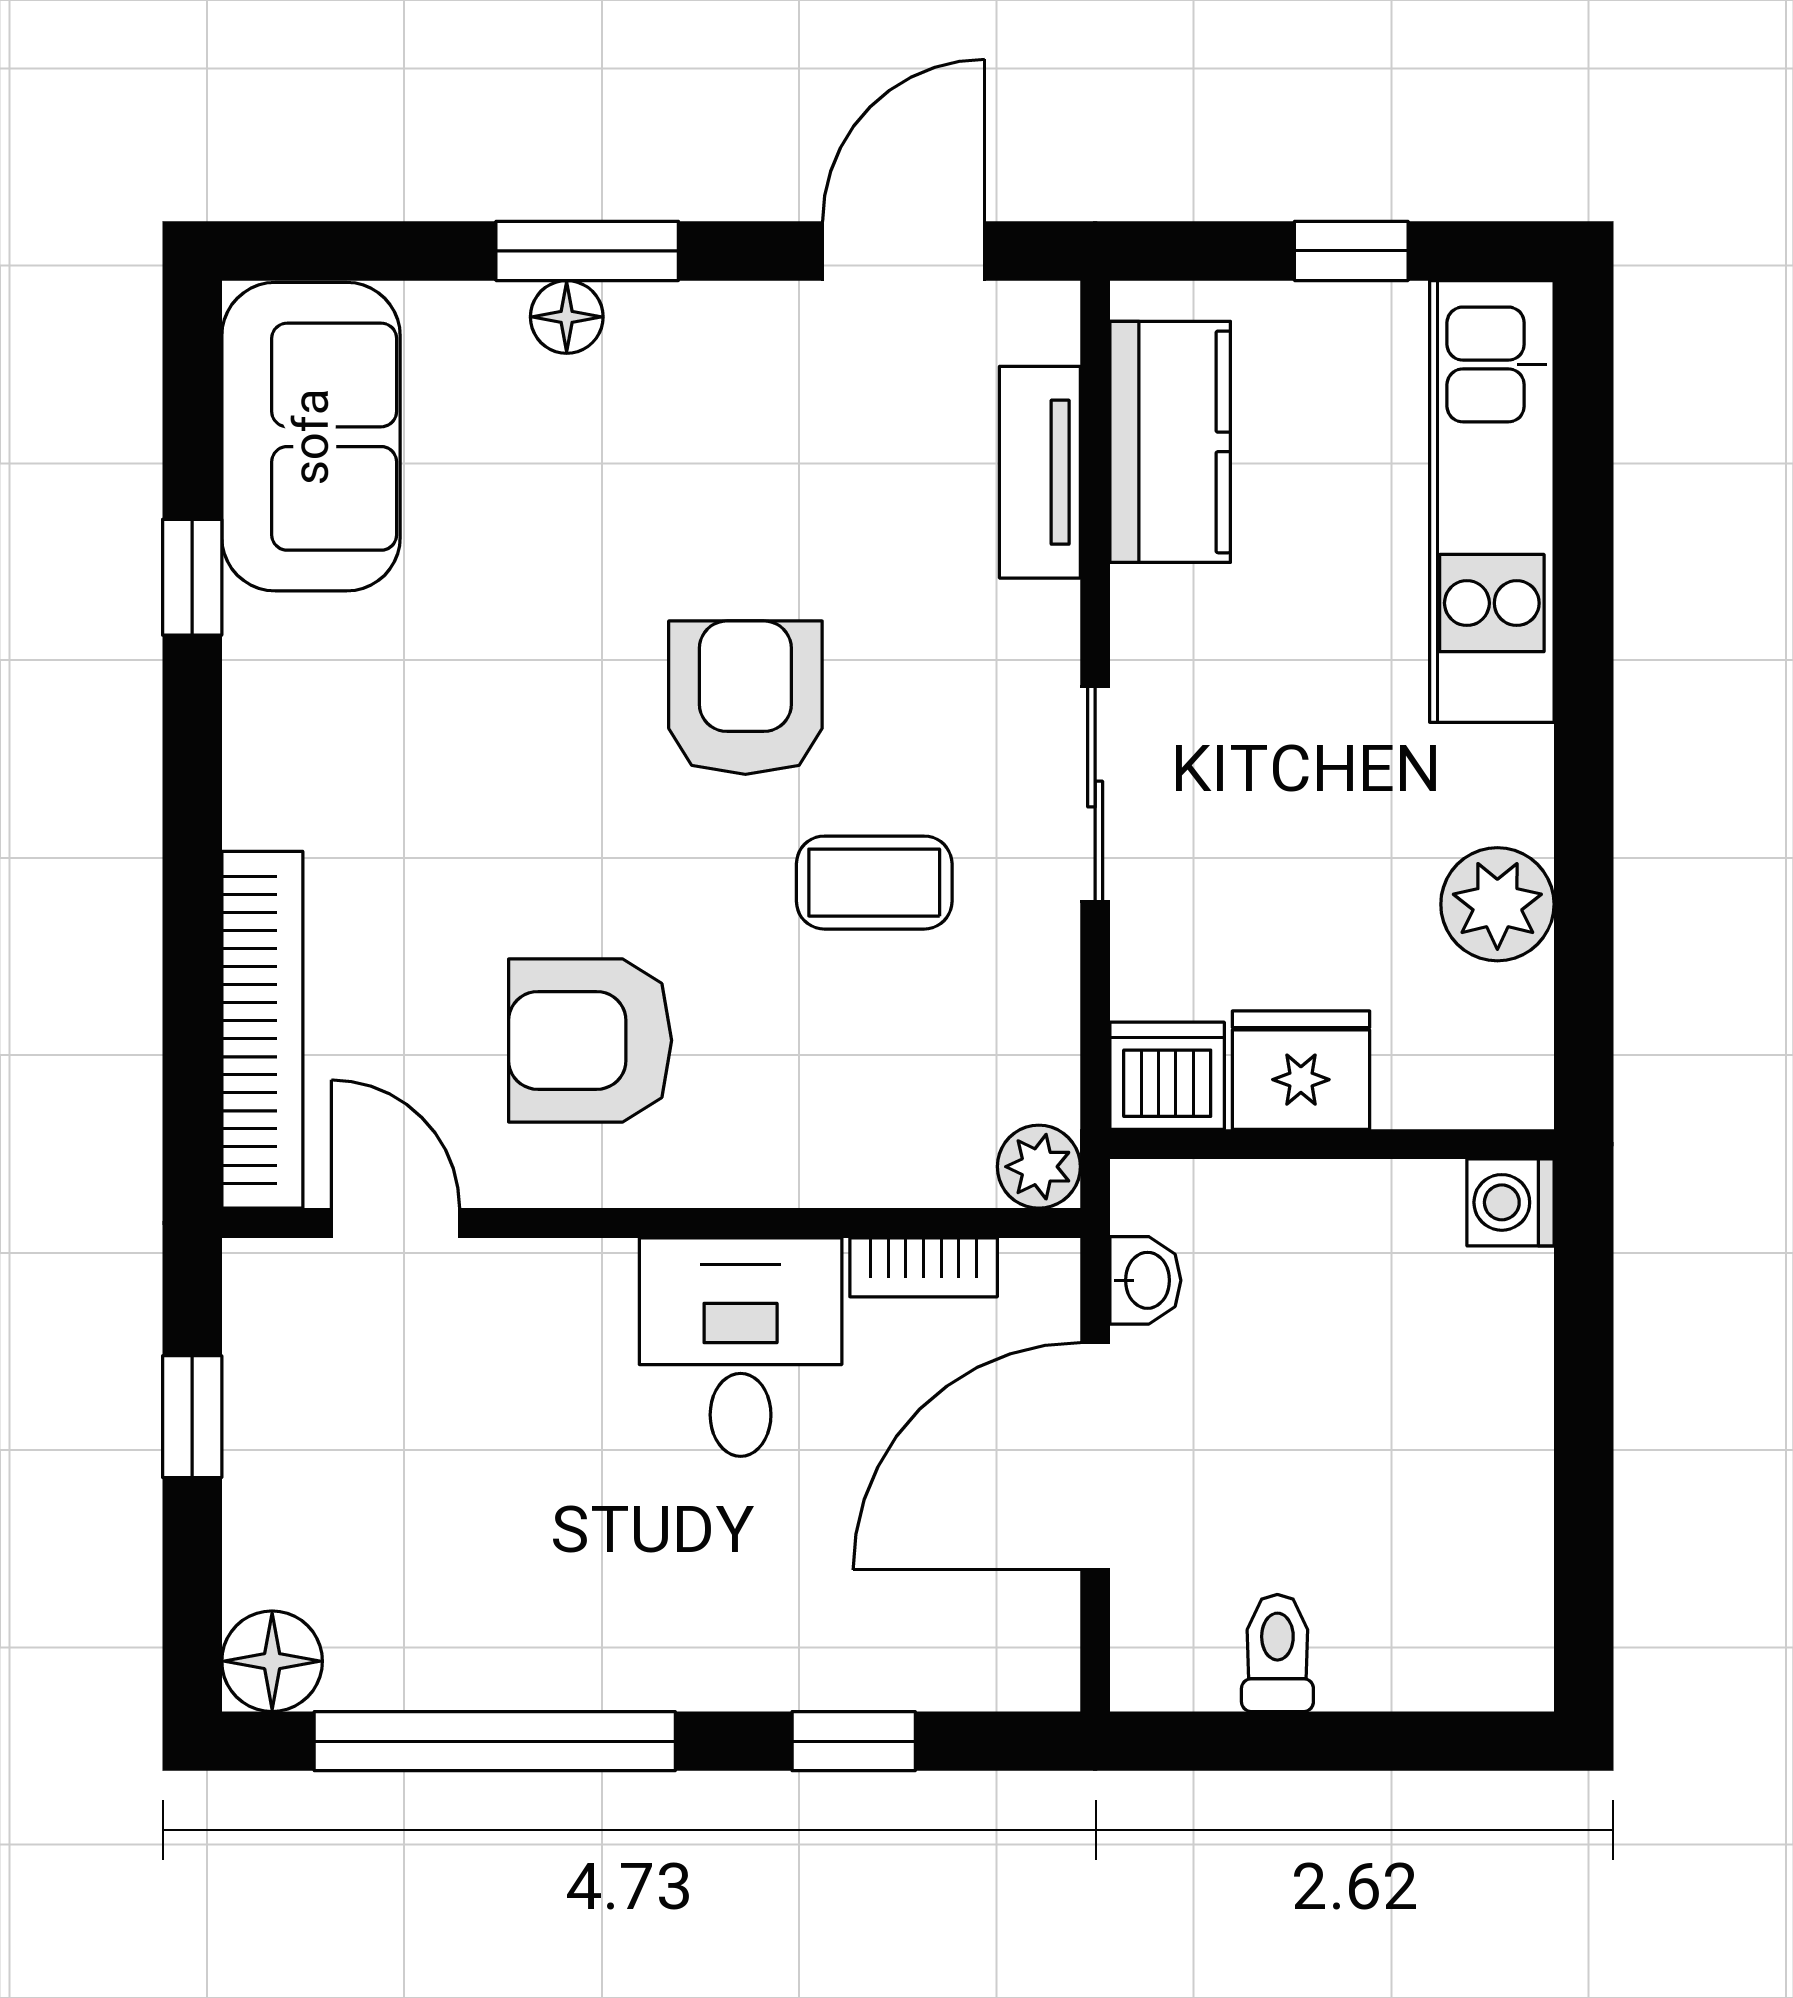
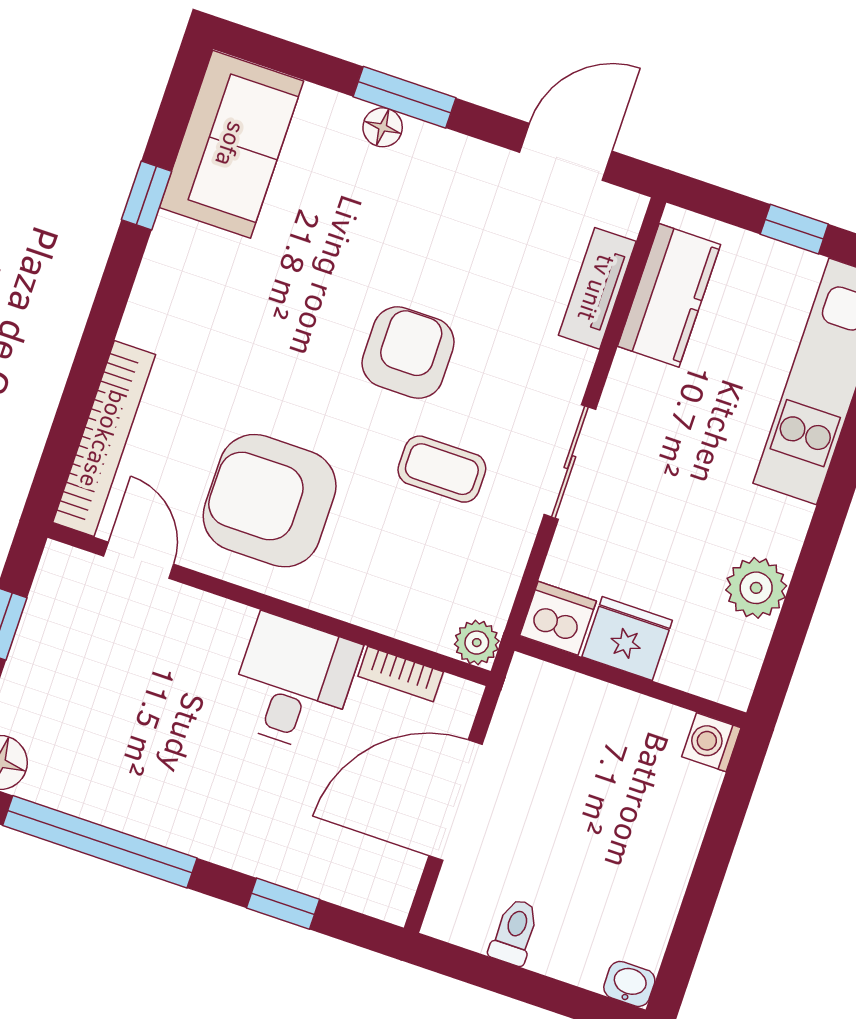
armchair: (590, 1040) -> (270, 501), width x1.36, depth x1.36
washbasin: (1145, 1280) -> (629, 984), moved, turned -90

